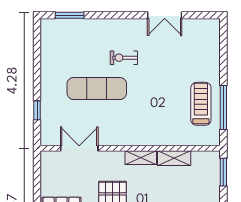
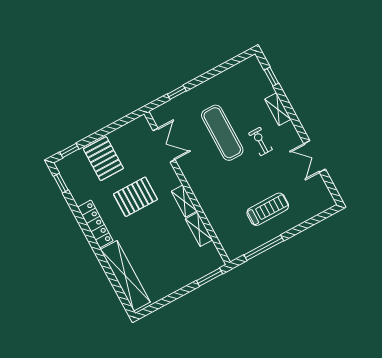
window: (70, 15) -> (271, 77), width x0.67
shelving: (103, 26) -> (278, 109), added
treadmill: (201, 104) -> (268, 209), moved

